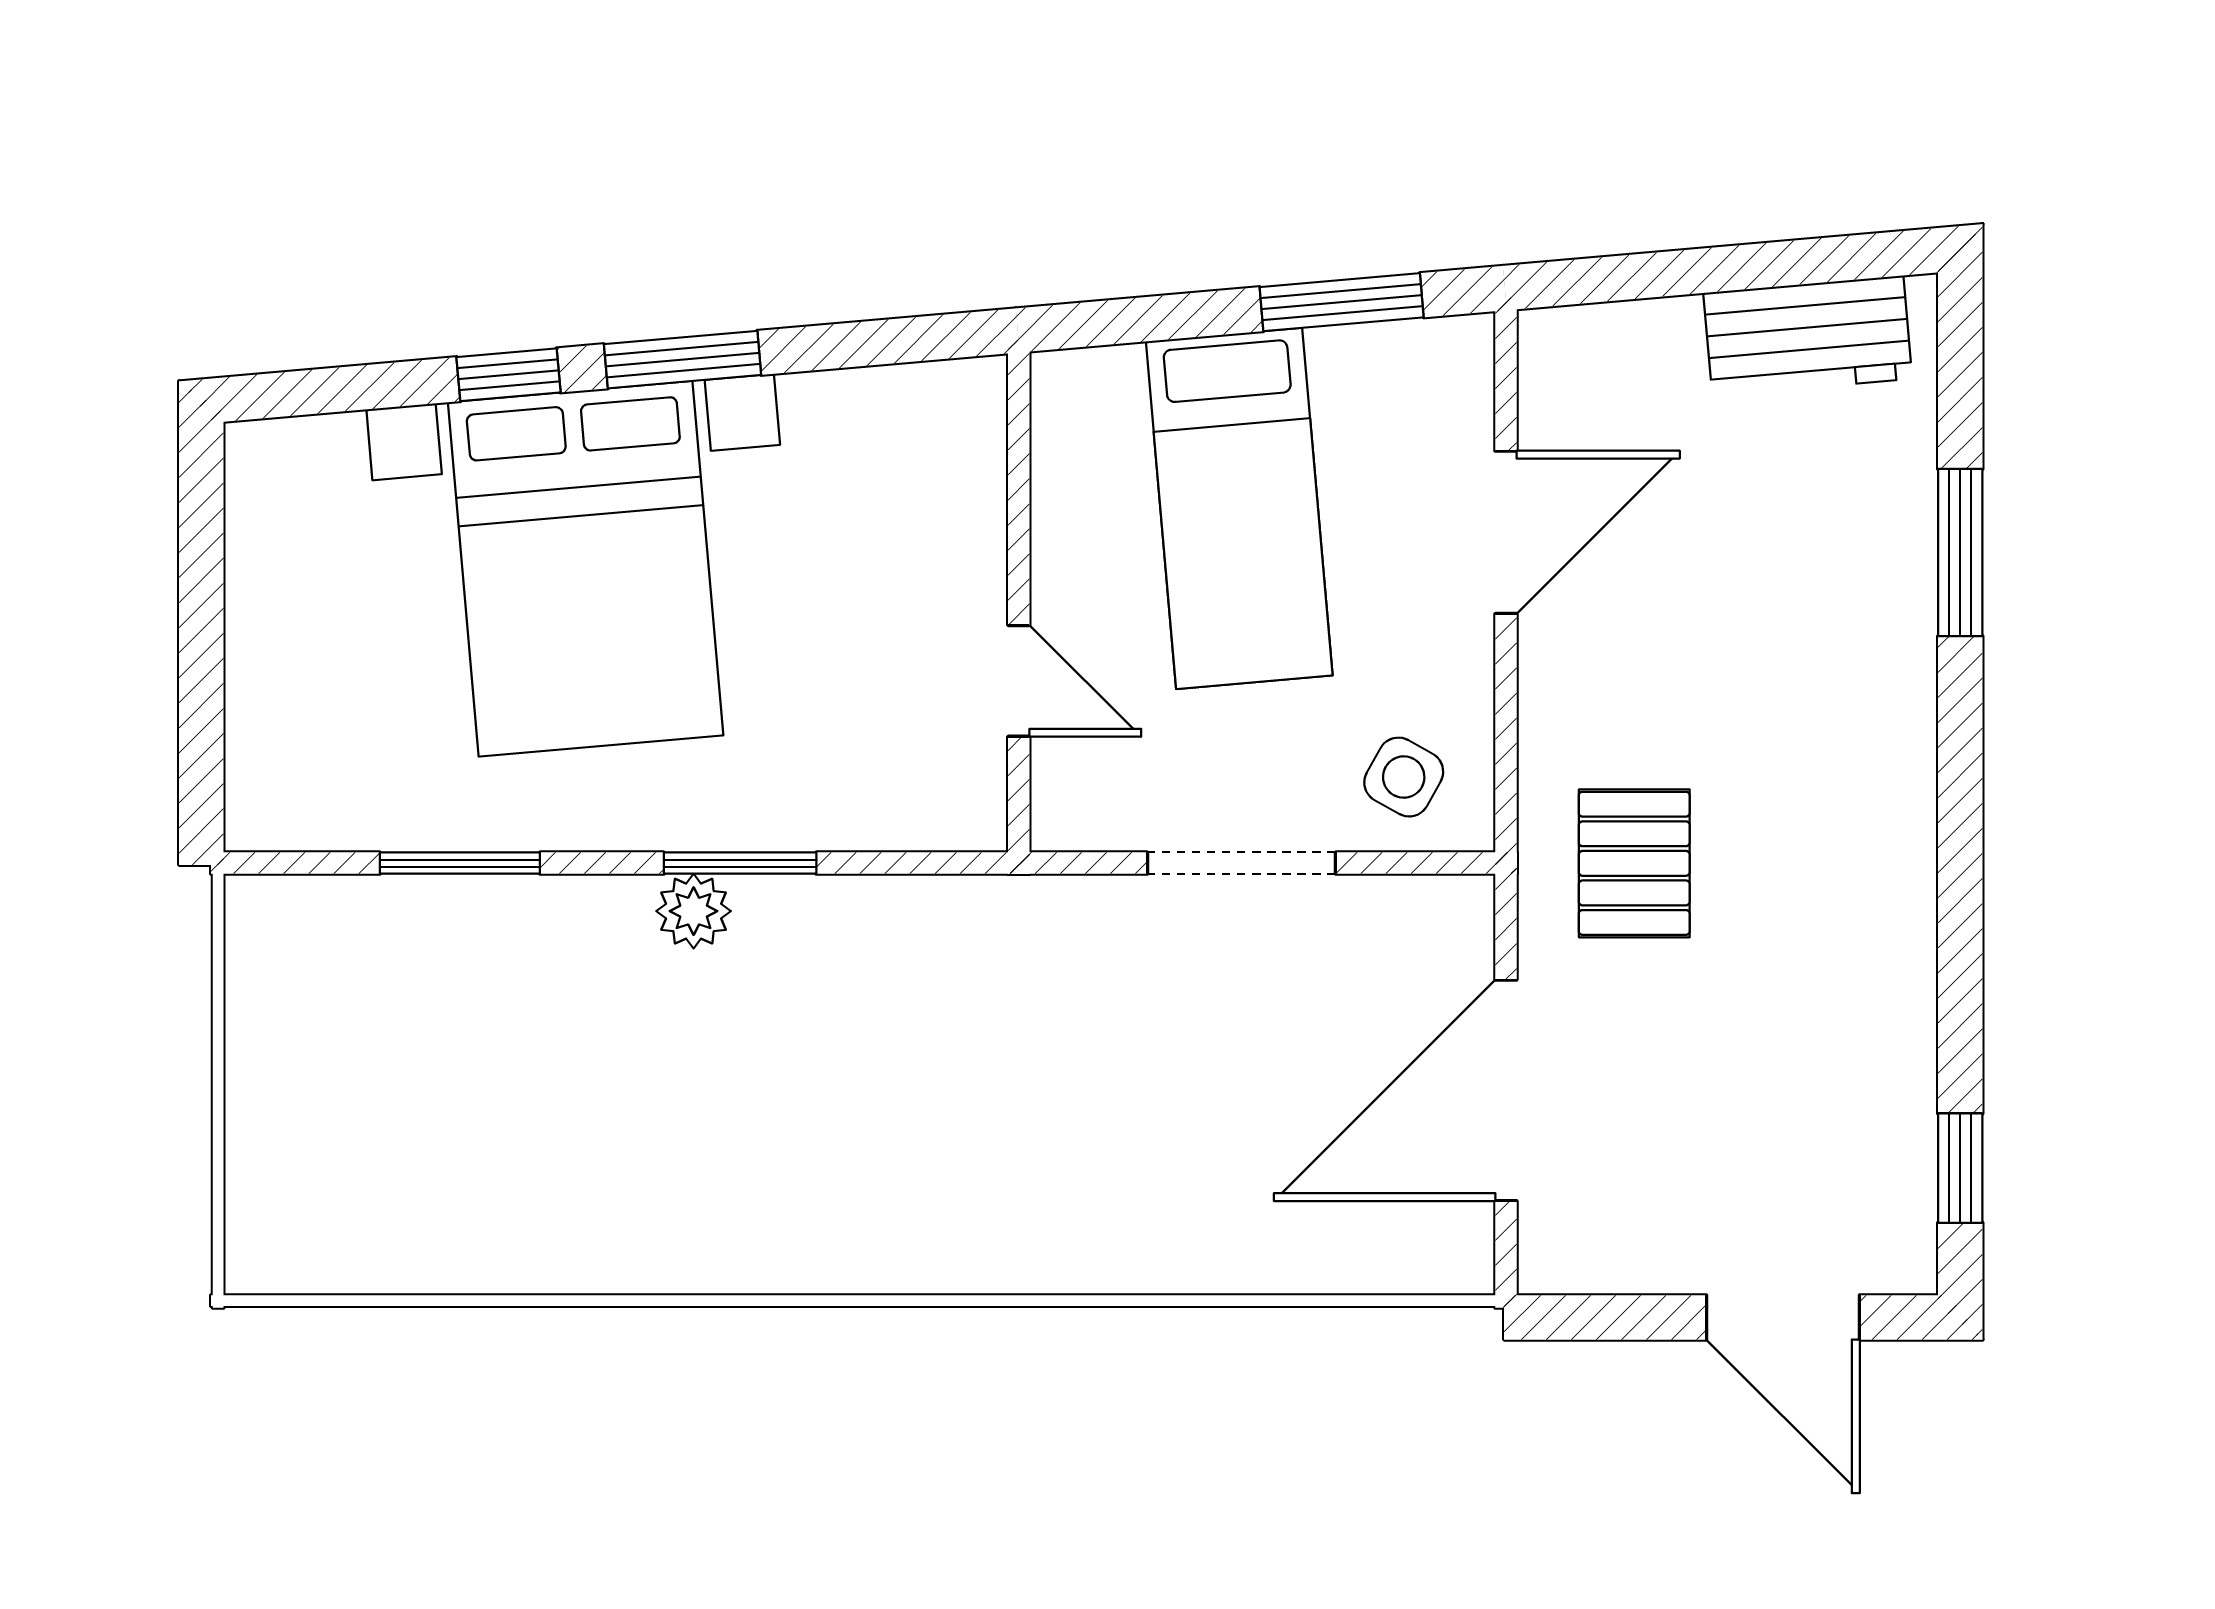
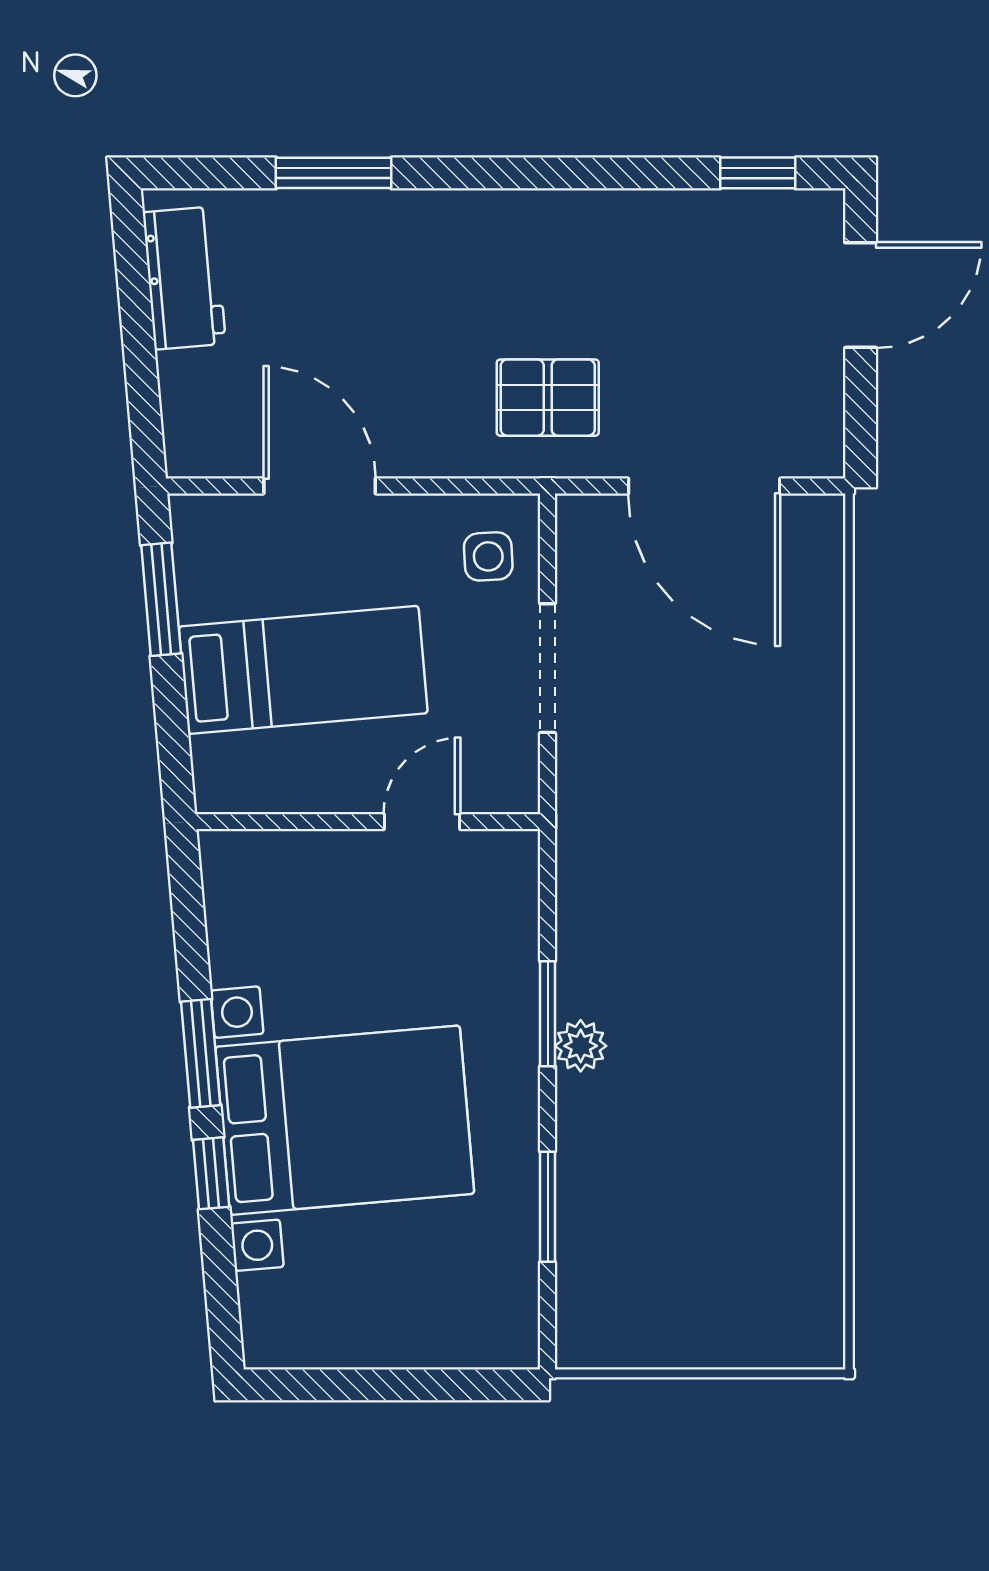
side table: (1404, 777) -> (488, 556), turned -32

